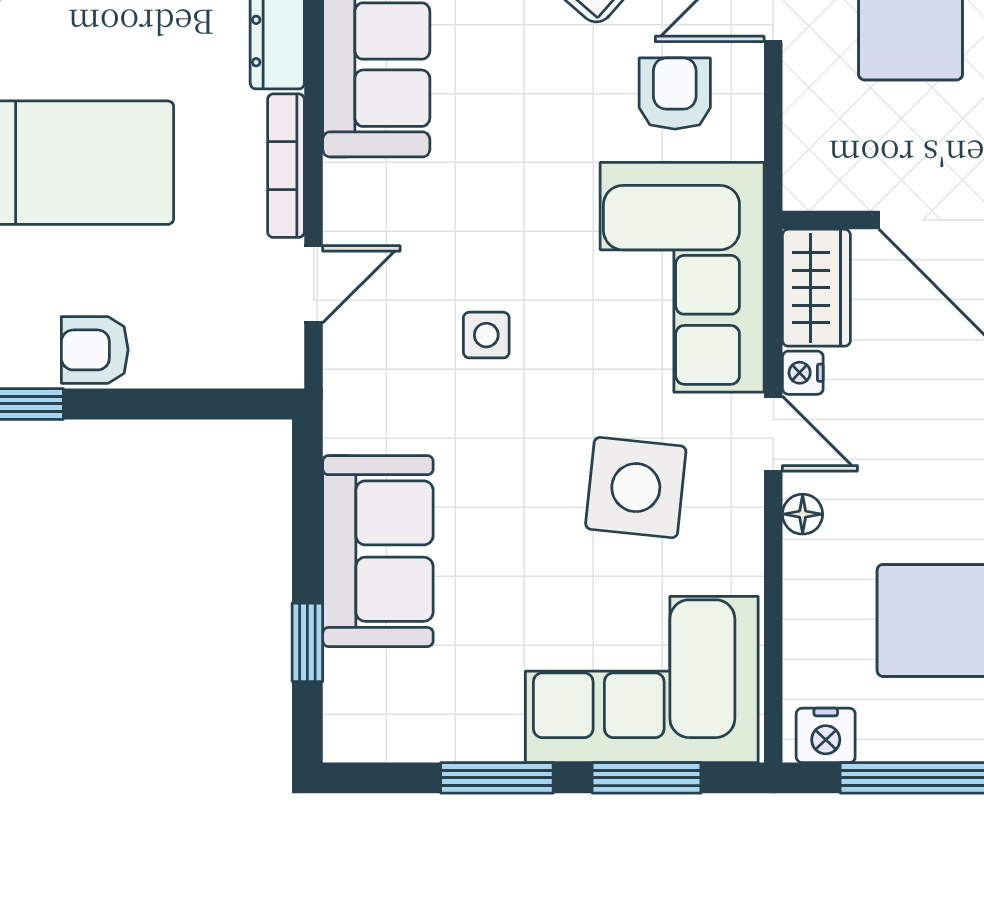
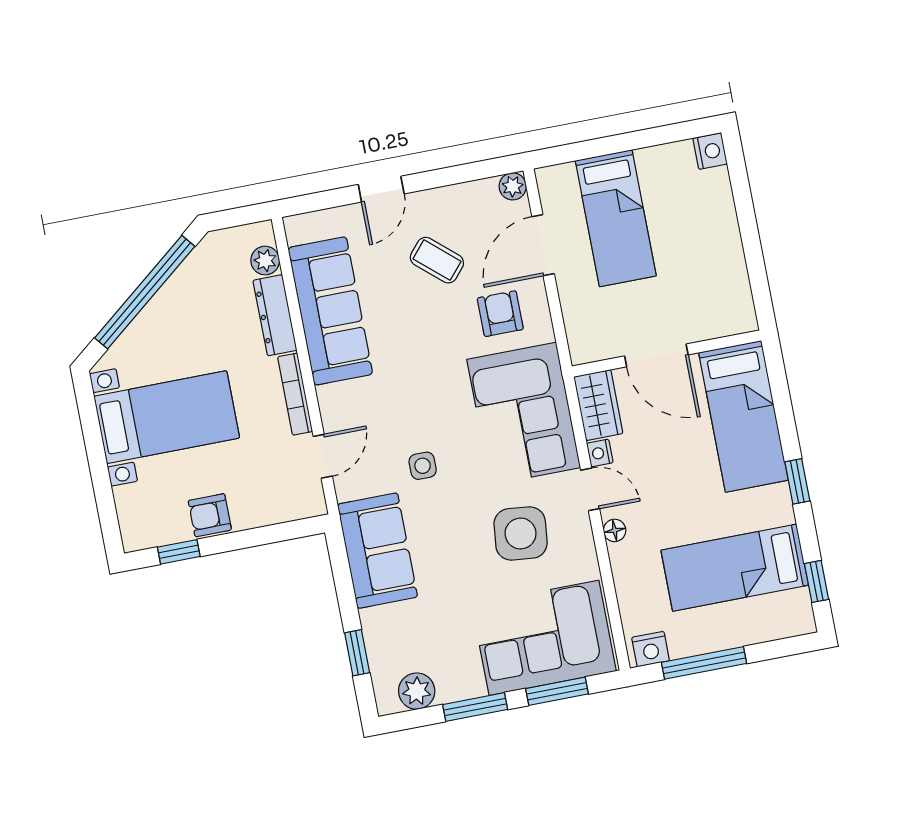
sofa: (378, 551) -> (377, 551), moved
plant: (399, 730) -> (417, 691), added

